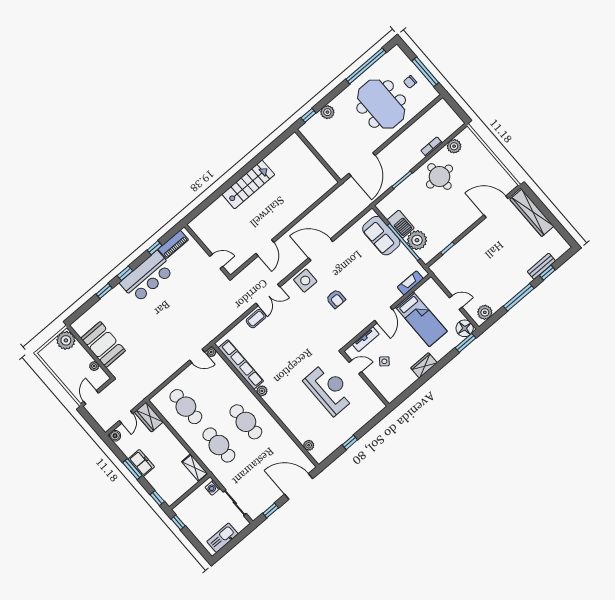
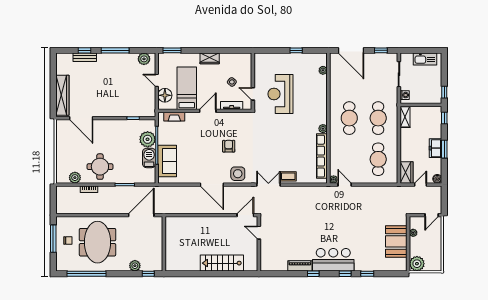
wall: (207, 251) -> (259, 244), moved
door: (216, 261) -> (259, 233), moved
floor lamp: (465, 328) -> (165, 95), moved

